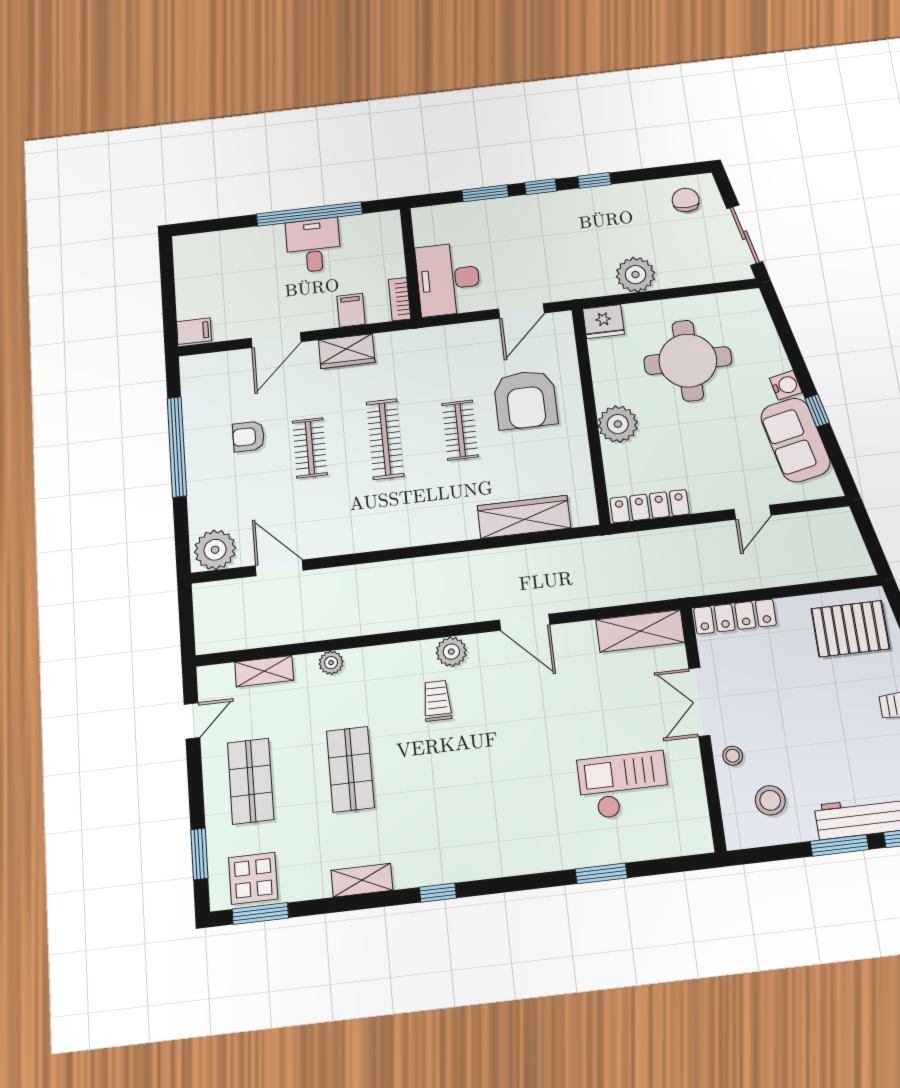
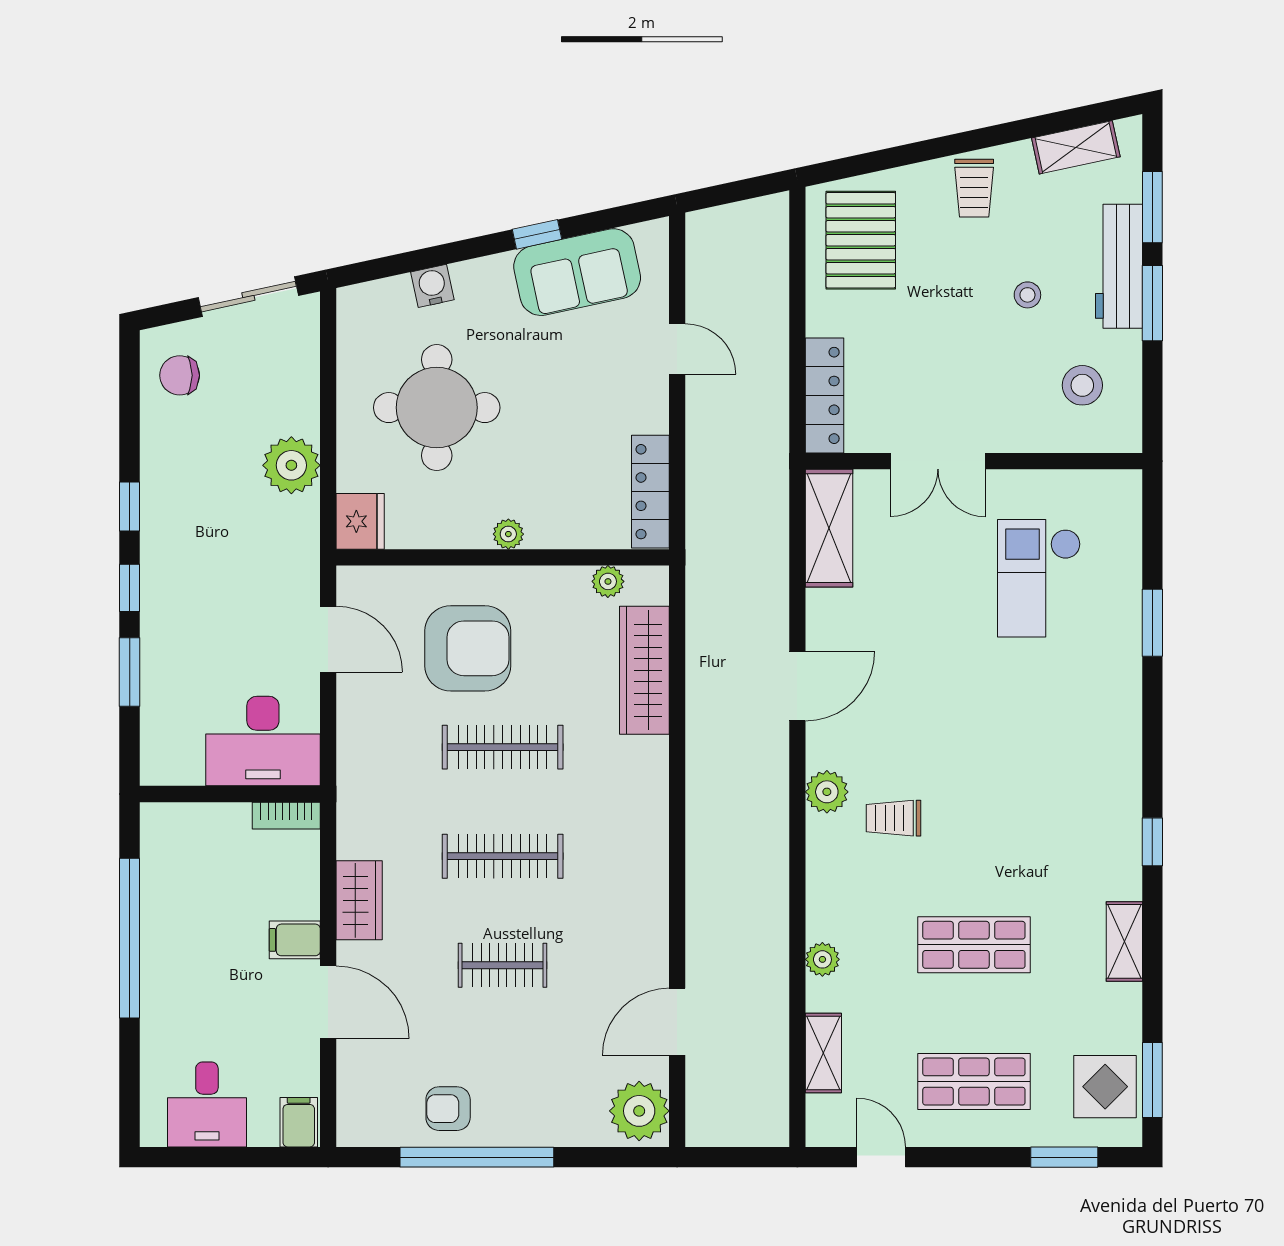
desk: (313, 245) -> (207, 1104), moved, turned -90
filing cabinet: (351, 310) -> (295, 940), moved
water cooler: (786, 385) -> (432, 286), moved
plant: (618, 424) -> (508, 534), width x0.53, depth x0.53
clothes rail: (460, 430) -> (503, 747), width x1.36
armchair: (248, 436) -> (448, 1109), moved, turned 90
plant: (583, 485) -> (608, 581), added
stool: (733, 756) -> (1027, 295), moved

